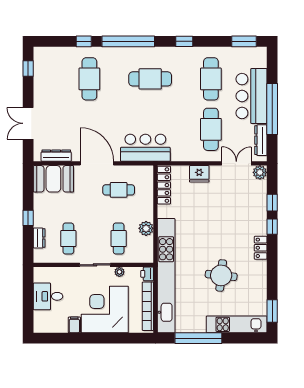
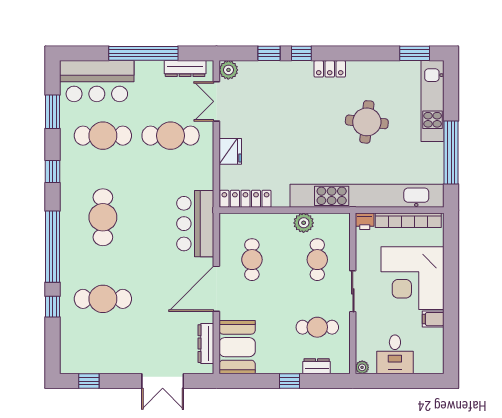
window: (244, 41) -> (53, 112), moved
bar counter: (251, 96) -> (97, 81), moved
cafe table: (119, 239) -> (317, 260), turned 90
plant: (119, 272) -> (362, 367), moved

